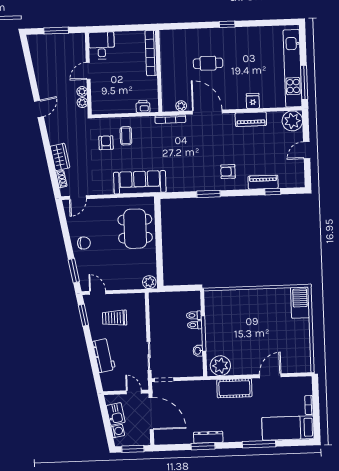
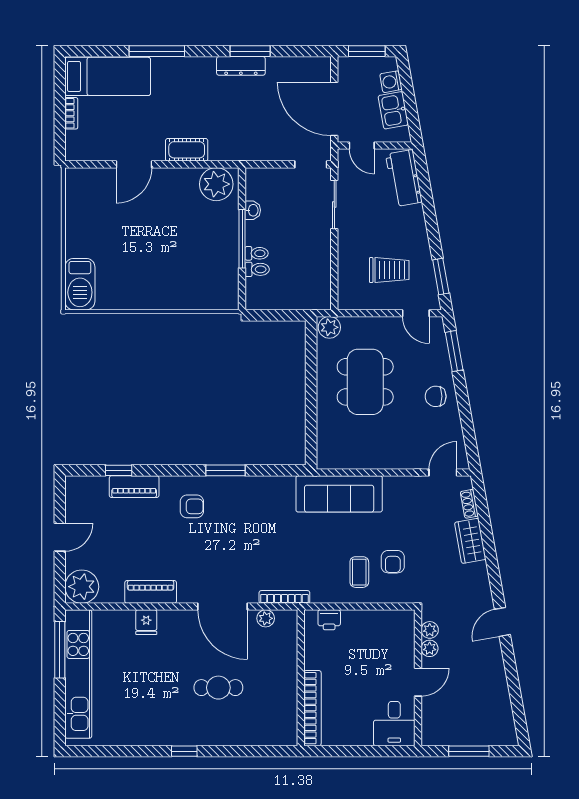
dining table: (135, 229) -> (365, 382), moved
workbench: (104, 355) -> (404, 178), moved
cot: (234, 388) -> (187, 150), width x0.73, depth x0.75

